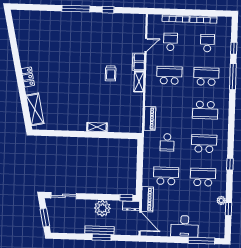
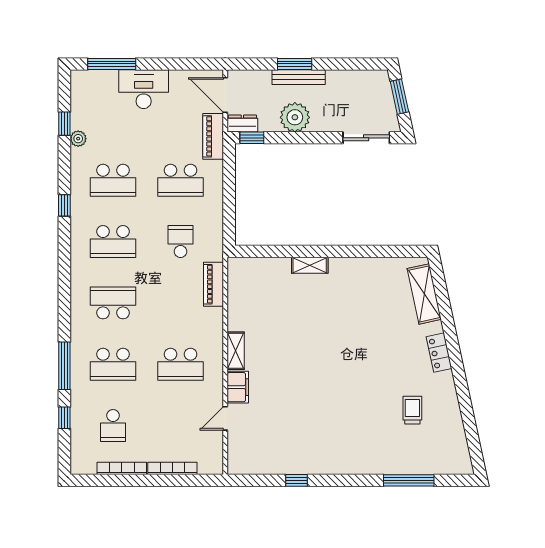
window: (76, 9) -> (409, 480), moved
school desk: (170, 42) -> (181, 426), removed
trolley: (111, 73) -> (412, 410), moved

